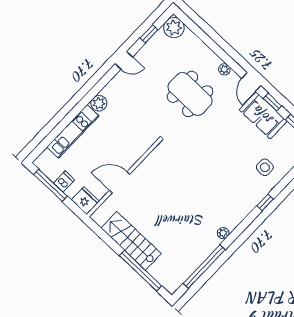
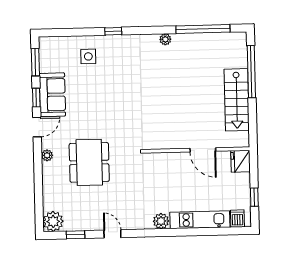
dishwasher: (64, 182) -> (237, 219), moved, turned 90
window: (51, 185) -> (254, 197), width x0.46

